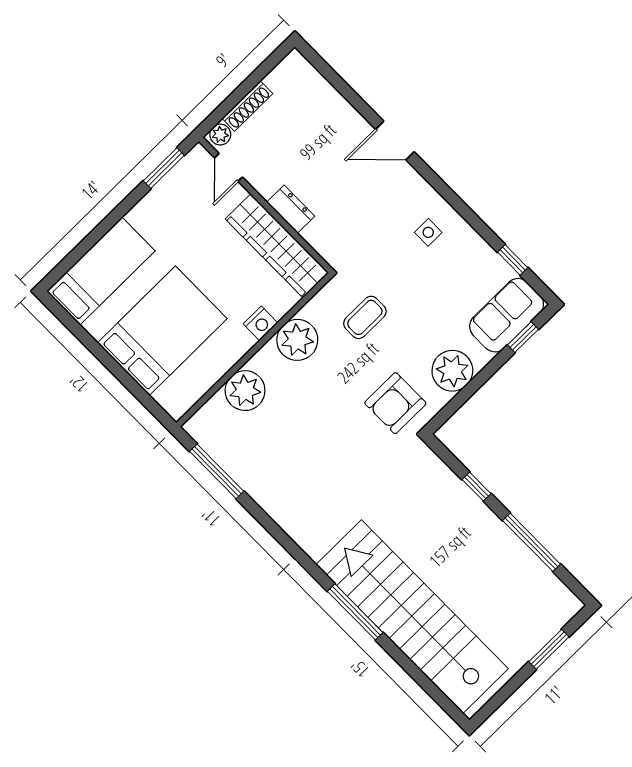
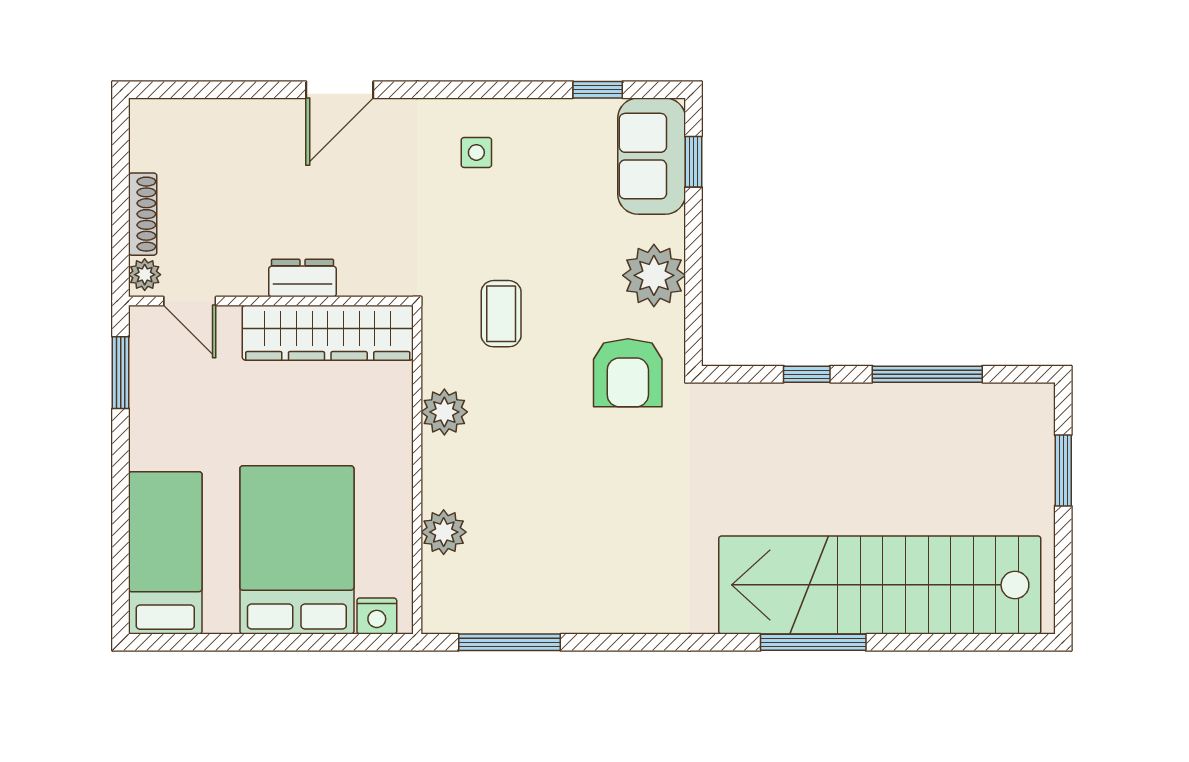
nightstand: (261, 323) -> (377, 616), moved, turned 90
plant: (297, 340) -> (444, 412), width x0.73, depth x0.73
plant: (245, 391) -> (444, 532), width x0.73, depth x0.73

